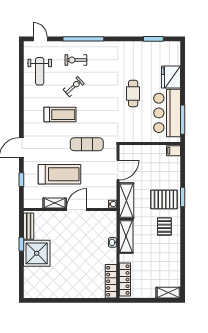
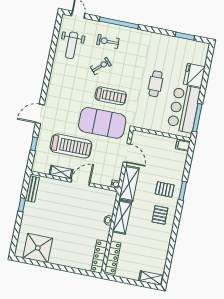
treadmill: (60, 115) -> (111, 96), moved
exercise mat: (87, 144) -> (102, 123), width x2.00, depth x1.45
door: (118, 170) -> (127, 153), hinge flipped
pallet: (164, 199) -> (165, 189), width x0.67, depth x0.71
shower: (37, 253) -> (38, 248), moved

